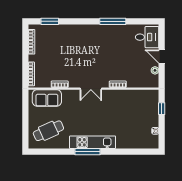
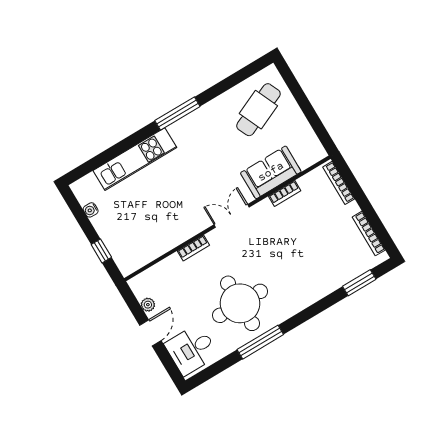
round table: (111, 45) -> (240, 303), added
door: (162, 57) -> (150, 333), hinge flipped
sofa: (47, 98) -> (271, 172), moved
kitchen unit: (93, 142) -> (135, 159), moved

